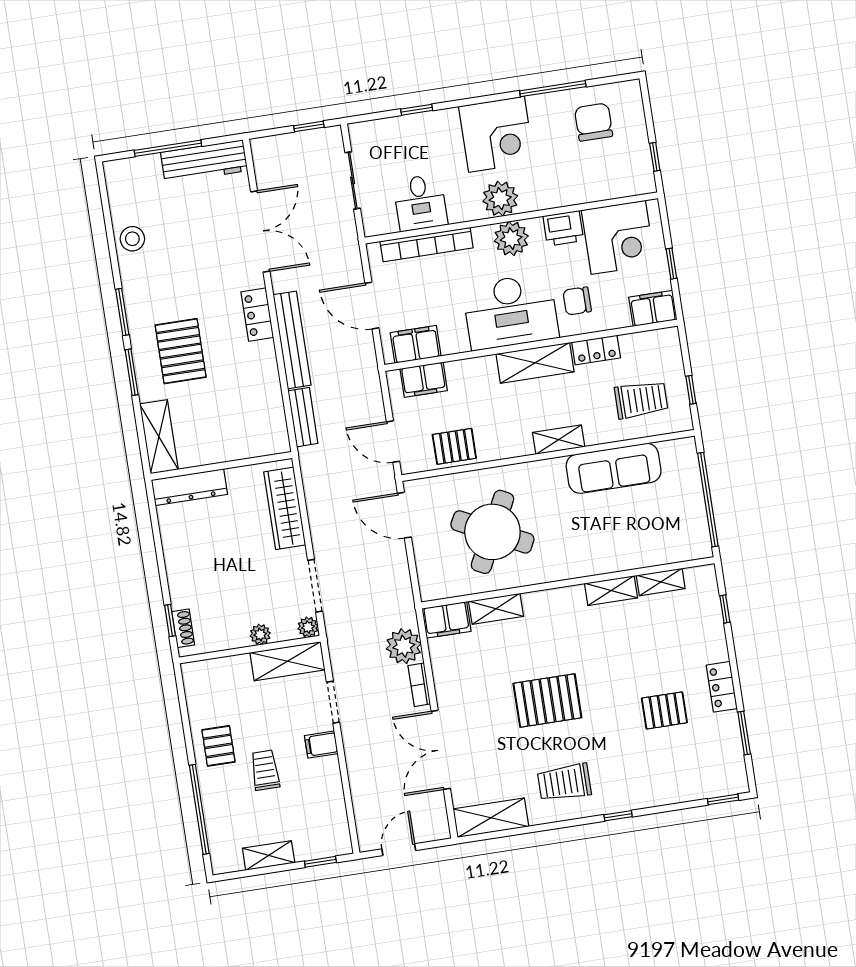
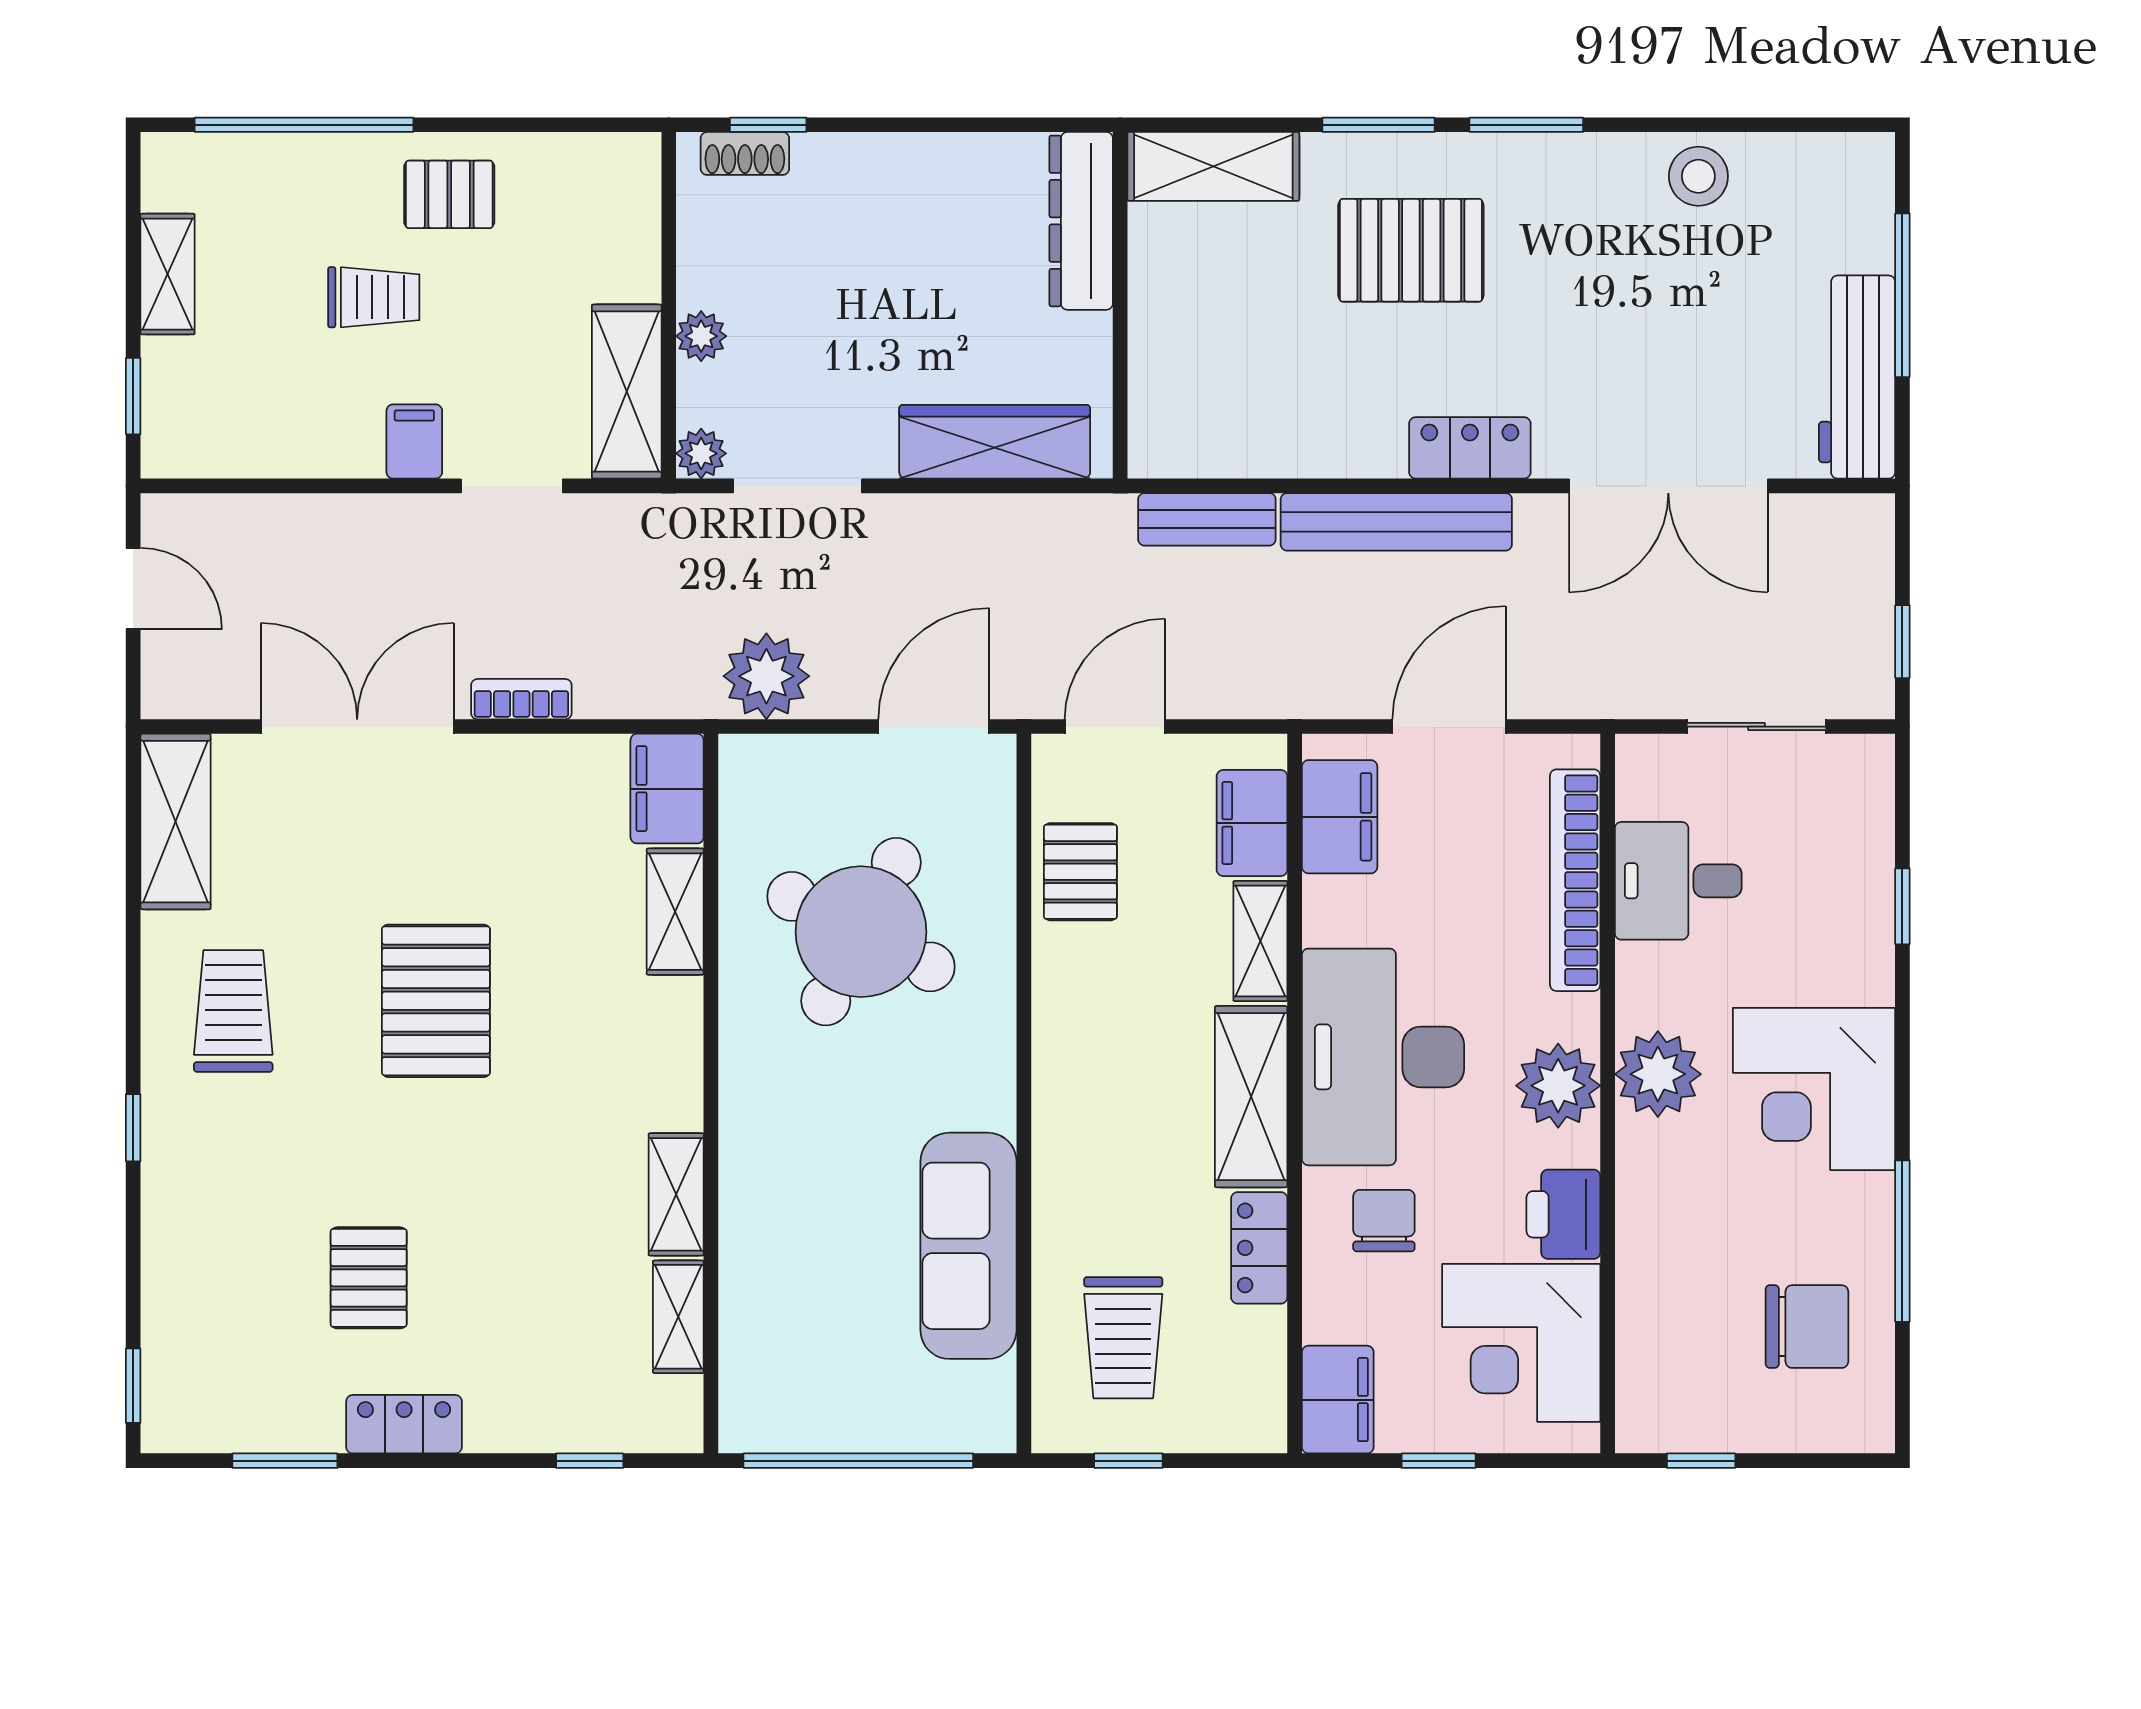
shelving: (559, 440) -> (1260, 941), moved
plant: (404, 646) -> (766, 676), moved

